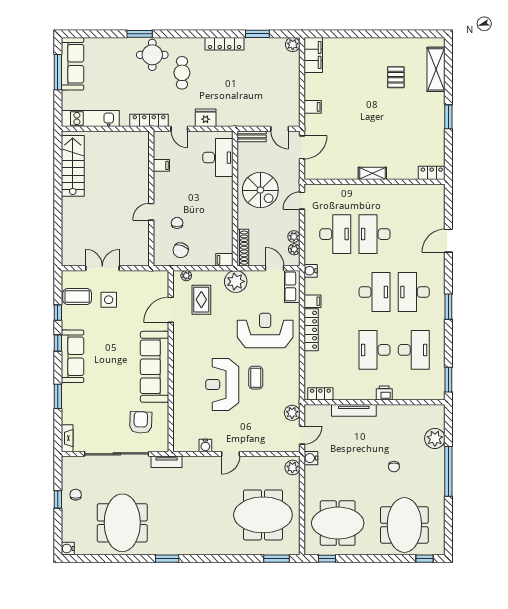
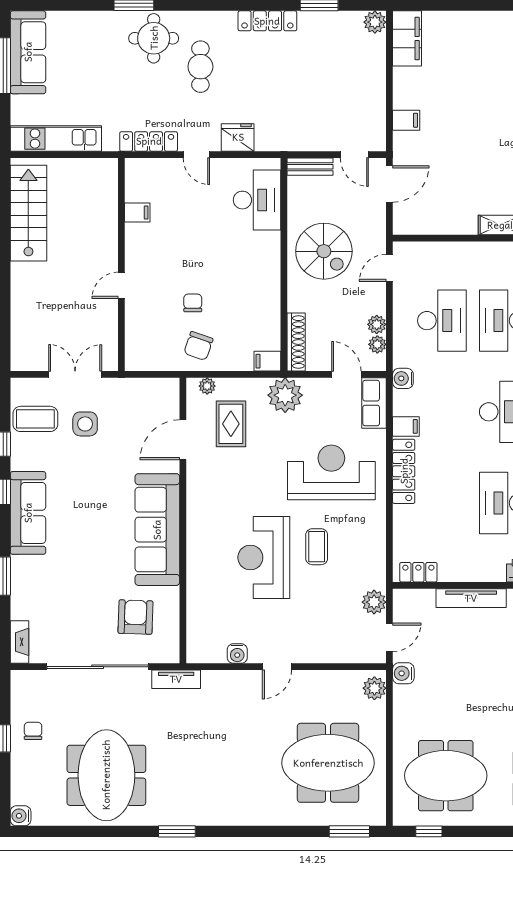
filing cabinet: (161, 165) -> (137, 212), moved
wall: (151, 199) -> (121, 265), moved
door: (151, 212) -> (121, 285), moved

